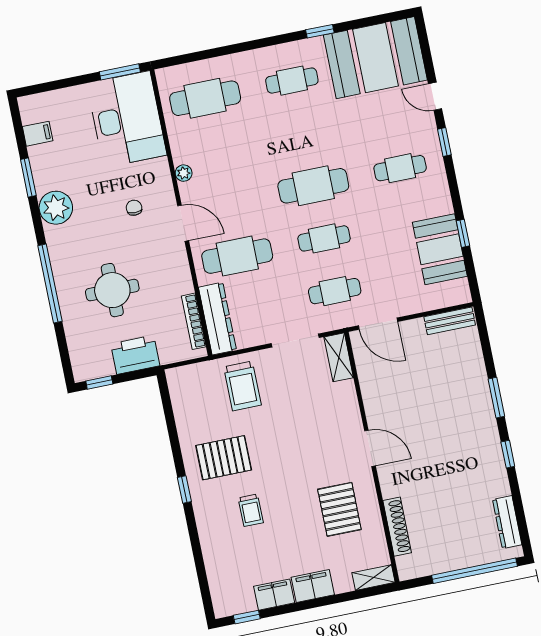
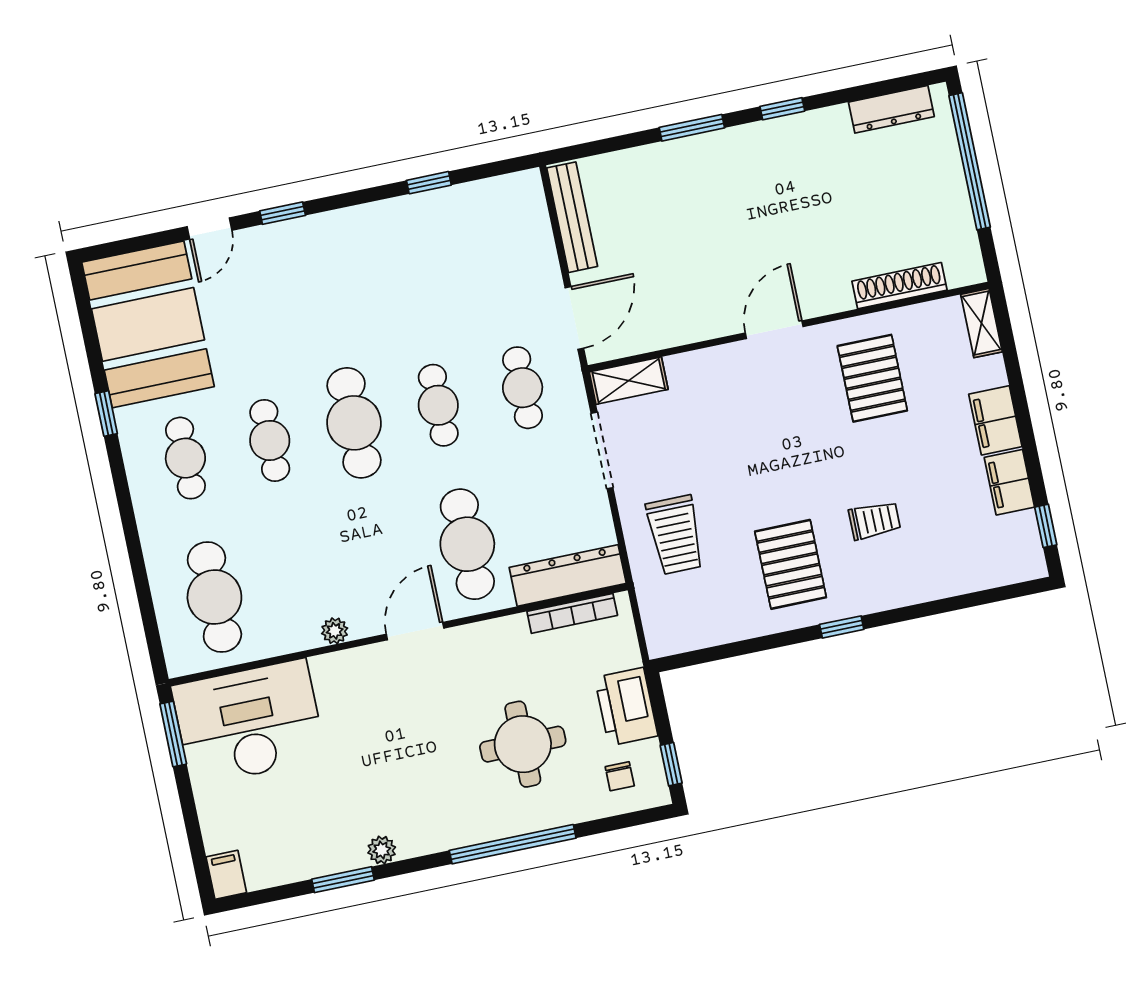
filing cabinet: (38, 134) -> (226, 875), moved
cafe table: (400, 168) -> (270, 440), moved
plant: (56, 208) -> (382, 850), width x0.53, depth x0.53
chair: (134, 208) -> (620, 776), moved, turned -90
booth: (440, 249) -> (455, 219), removed
bench: (450, 321) -> (572, 217), width x1.36
trolley: (242, 386) -> (675, 535), turned 90
pallet: (339, 509) -> (872, 378), turned 90

